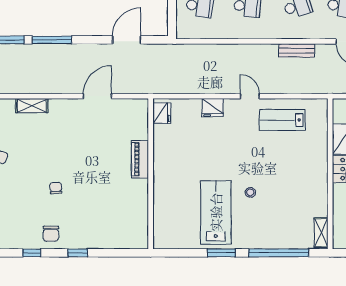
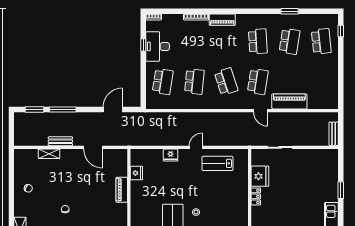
bench: (297, 50) -> (60, 141), moved
door: (97, 96) -> (93, 147), swing flipped
door: (250, 96) -> (196, 147), hinge flipped
fridge: (162, 113) -> (136, 173), moved

